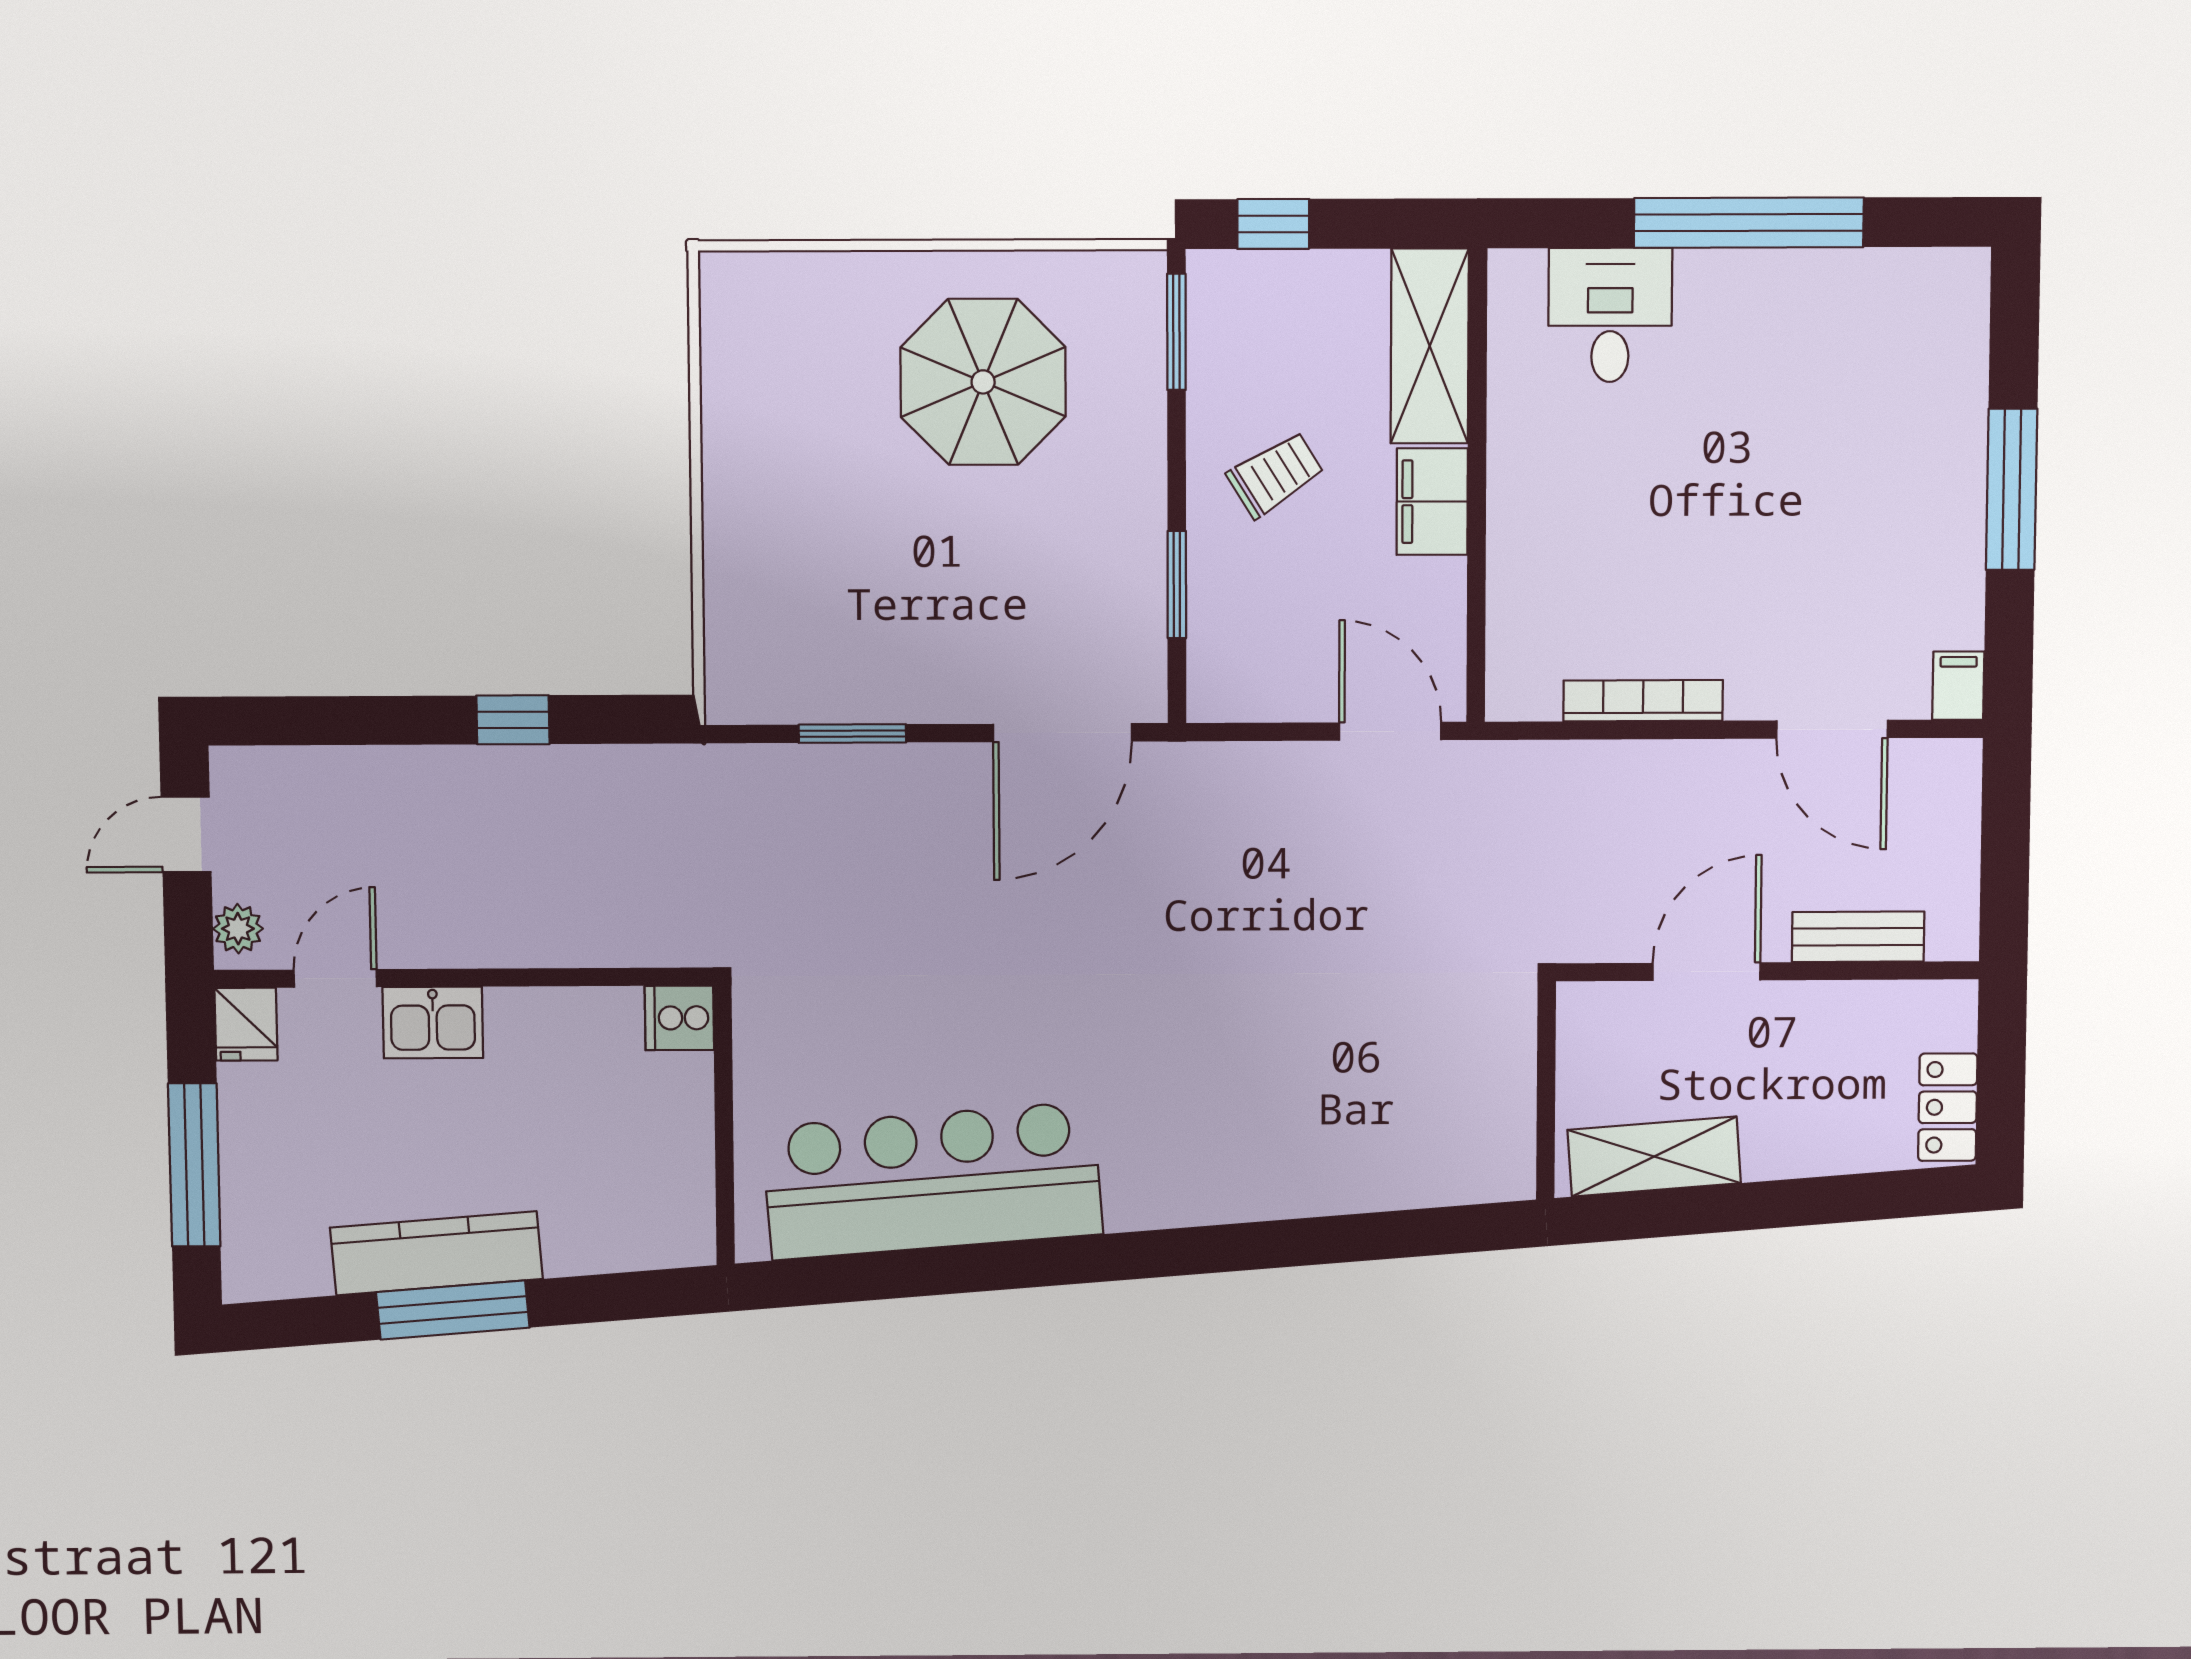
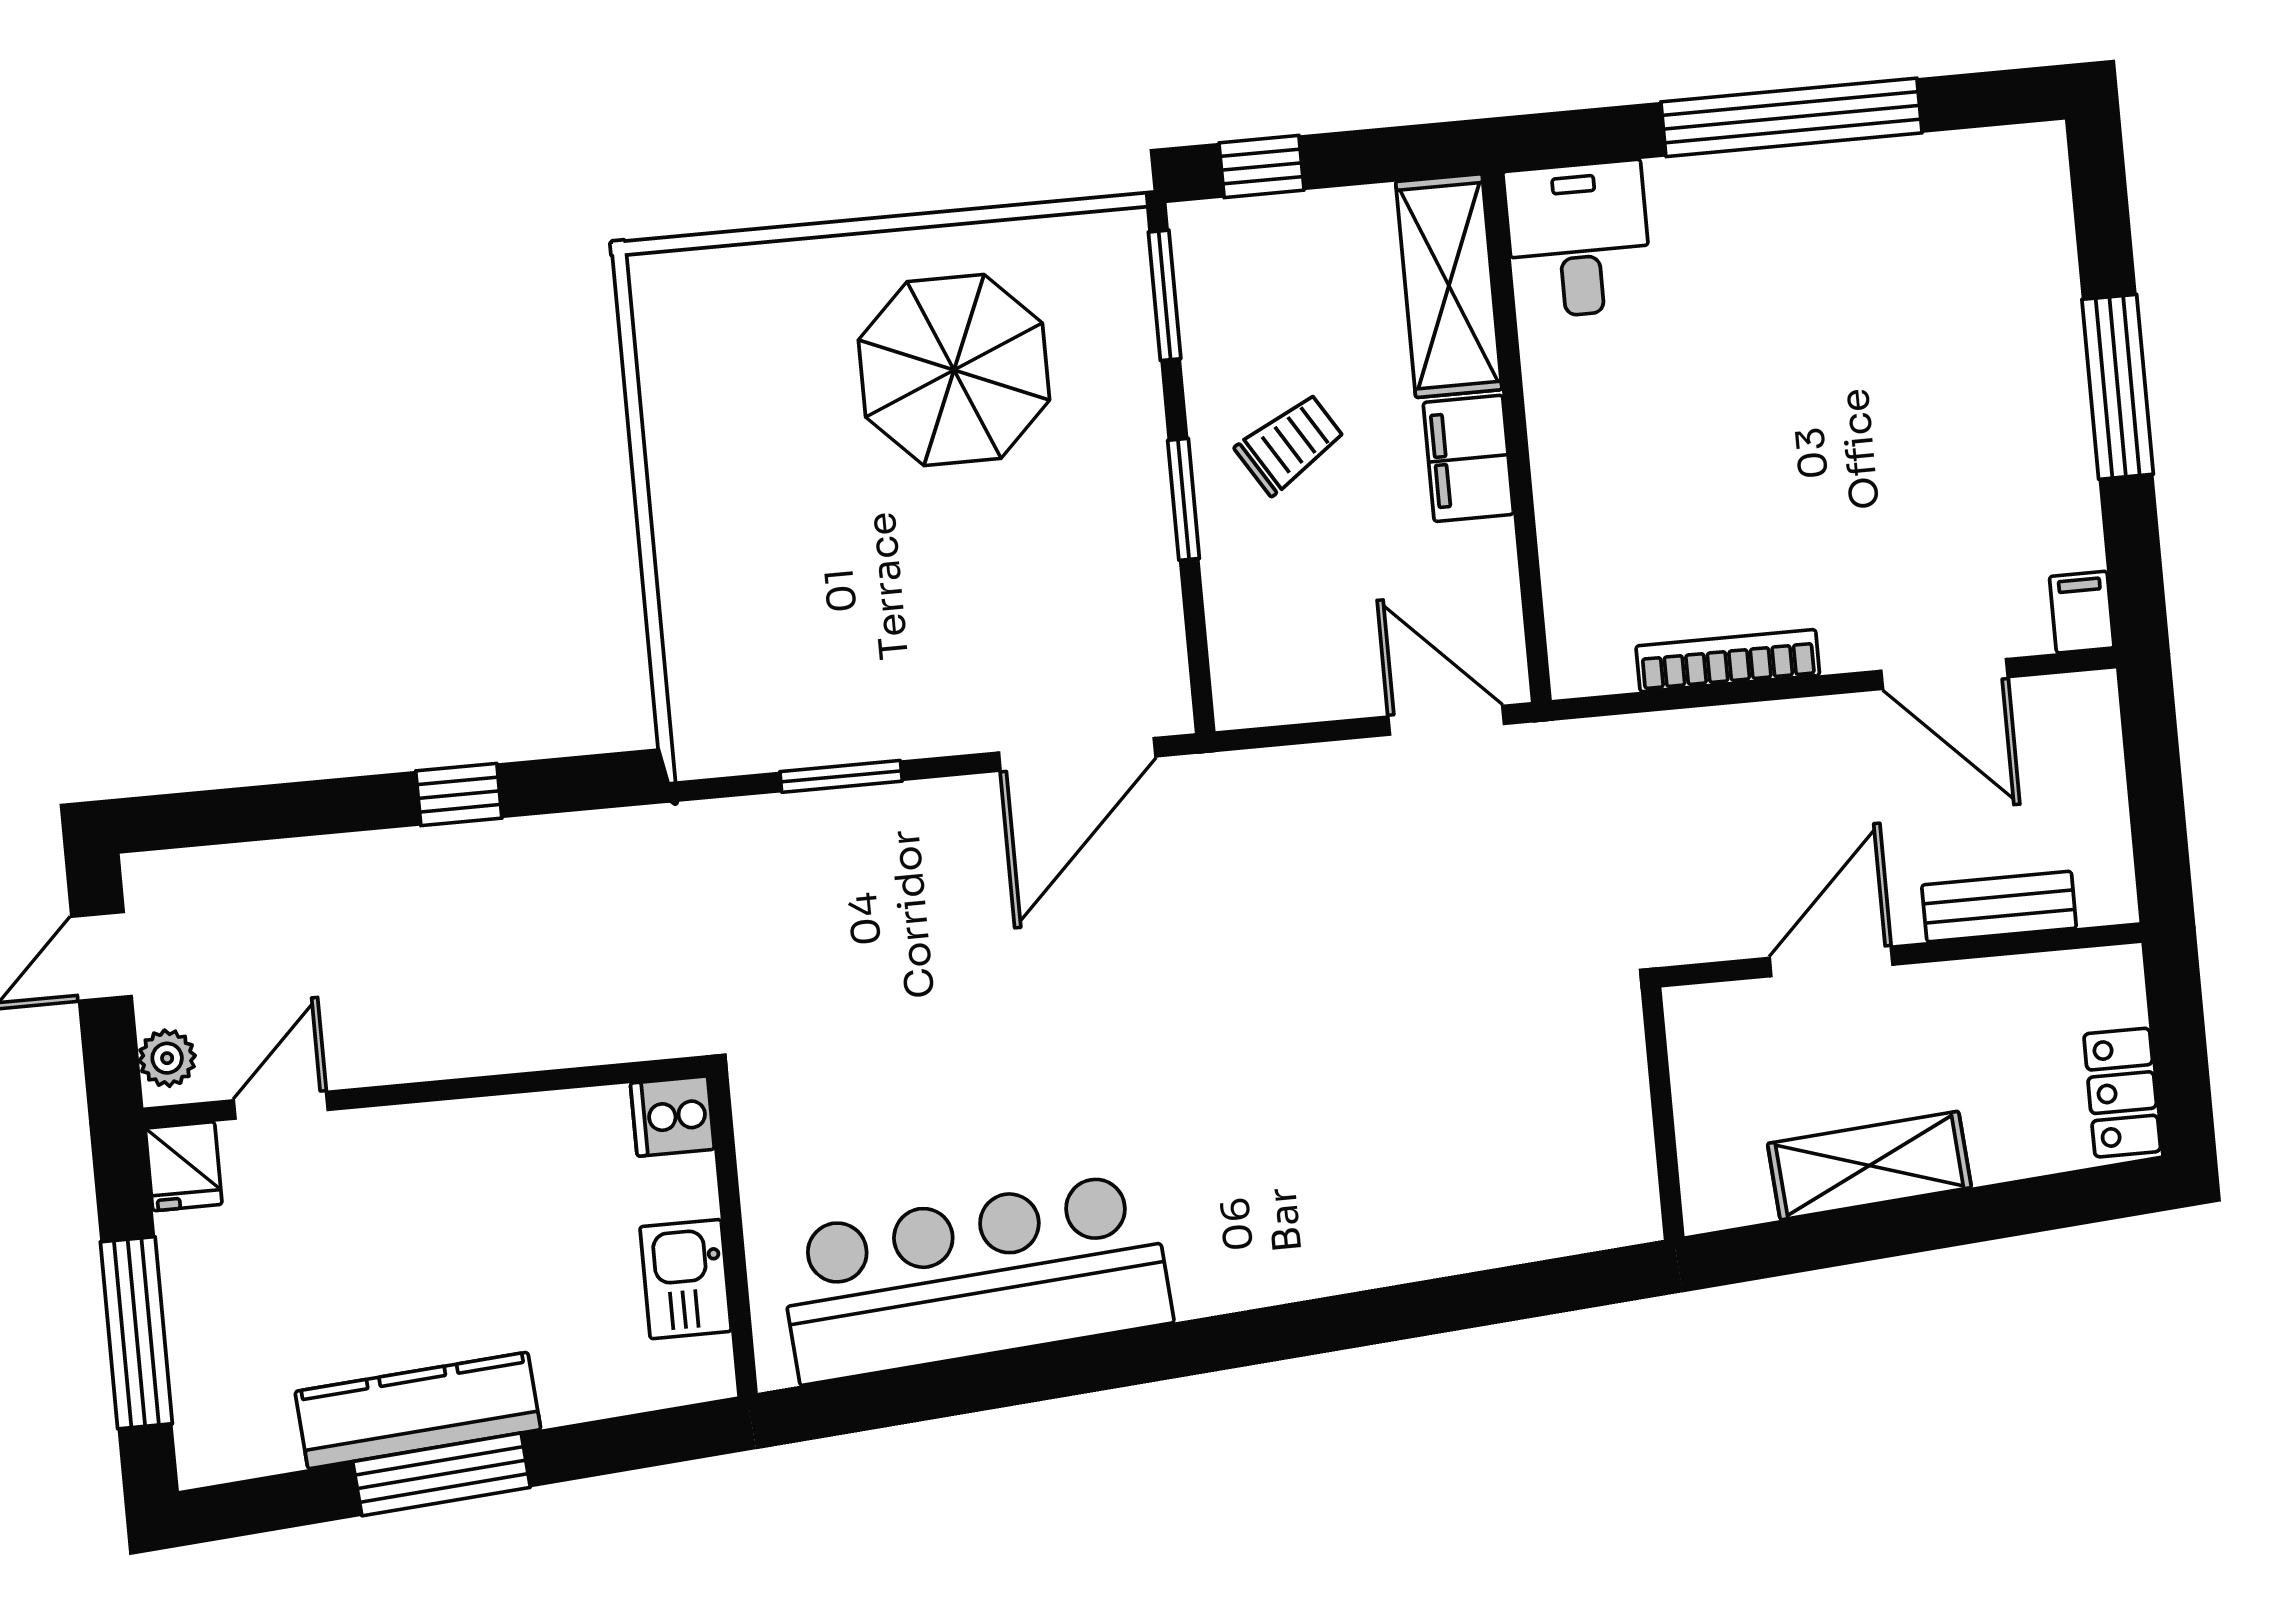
desk: (1610, 315) -> (1578, 240), moved
window: (1177, 585) -> (1184, 499), moved
kitchen sink: (433, 1023) -> (686, 1279), moved, turned 90
shelving: (1654, 1156) -> (1869, 1166), moved

